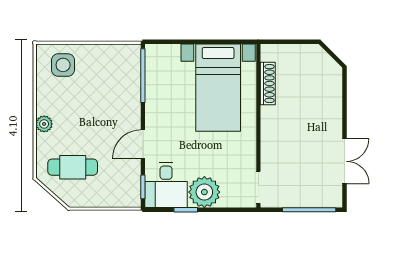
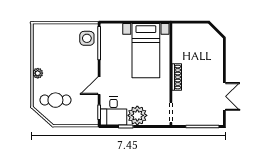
side table: (63, 65) -> (87, 38), moved
shoe rack: (268, 84) -> (177, 77), moved

